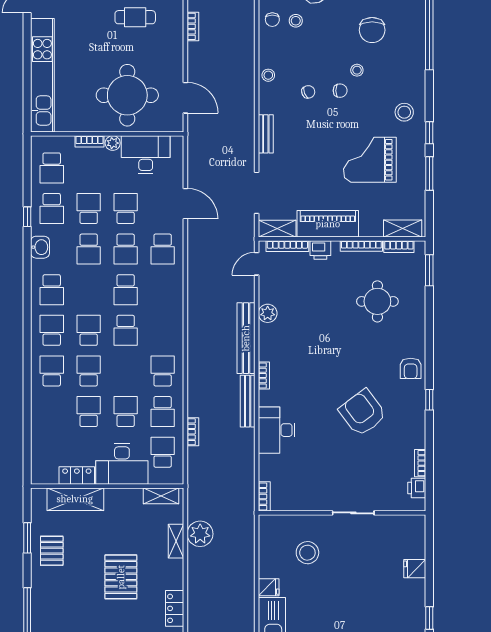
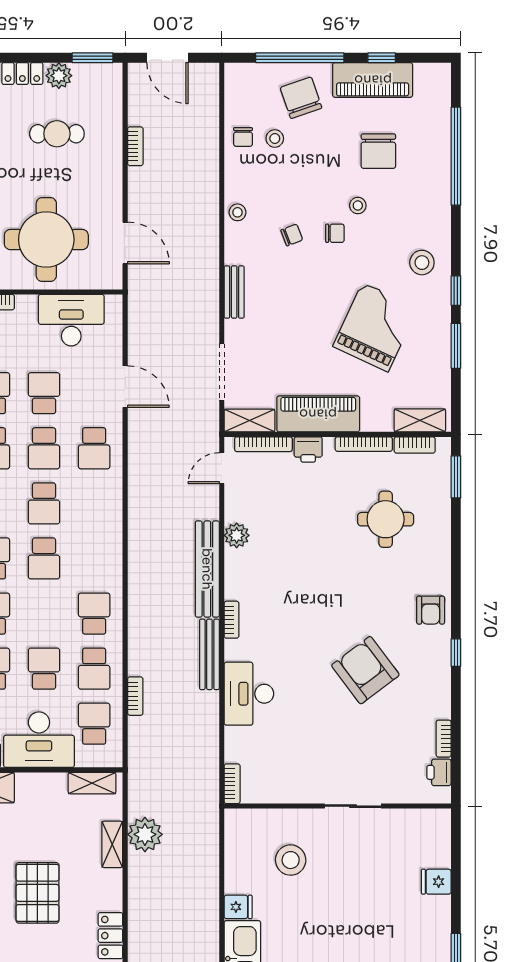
plant: (113, 143) -> (26, 304), removed
grand piano: (370, 160) -> (375, 327), turned 115

